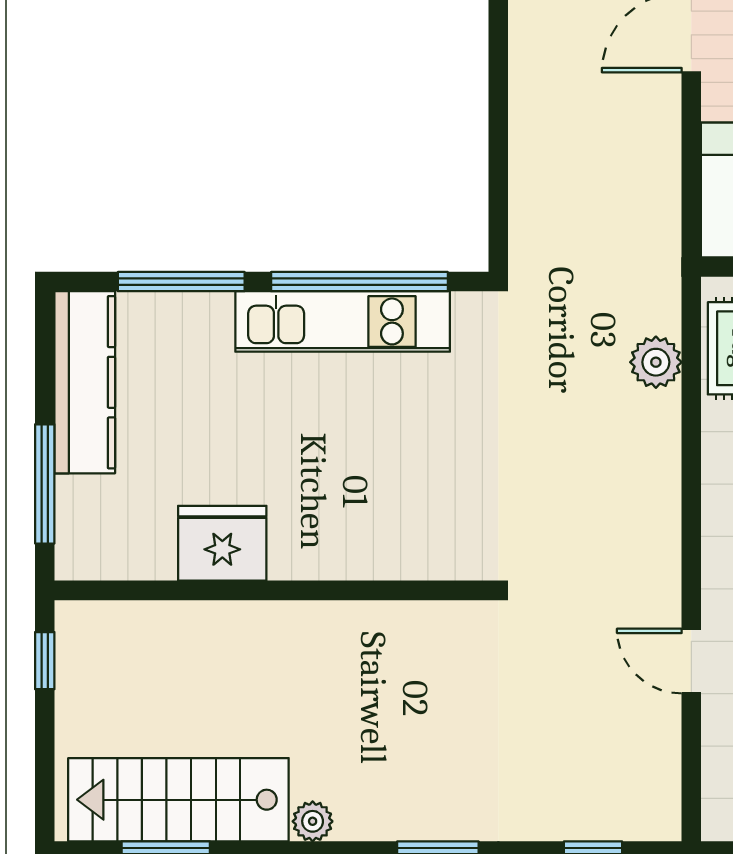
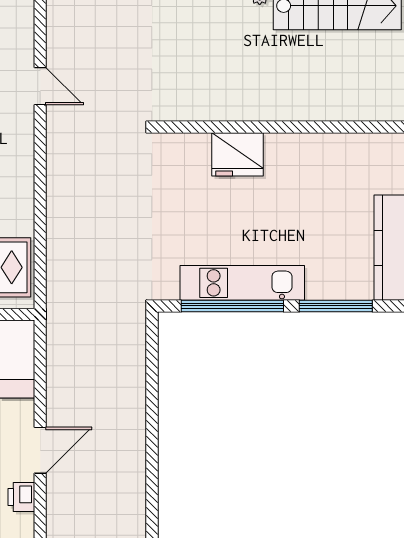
plant: (656, 362) -> (61, 259), removed
fridge: (222, 543) -> (238, 154), moved

